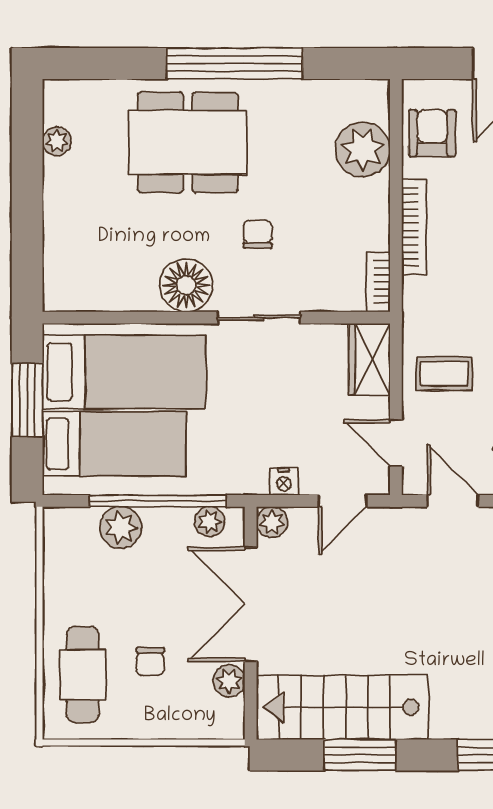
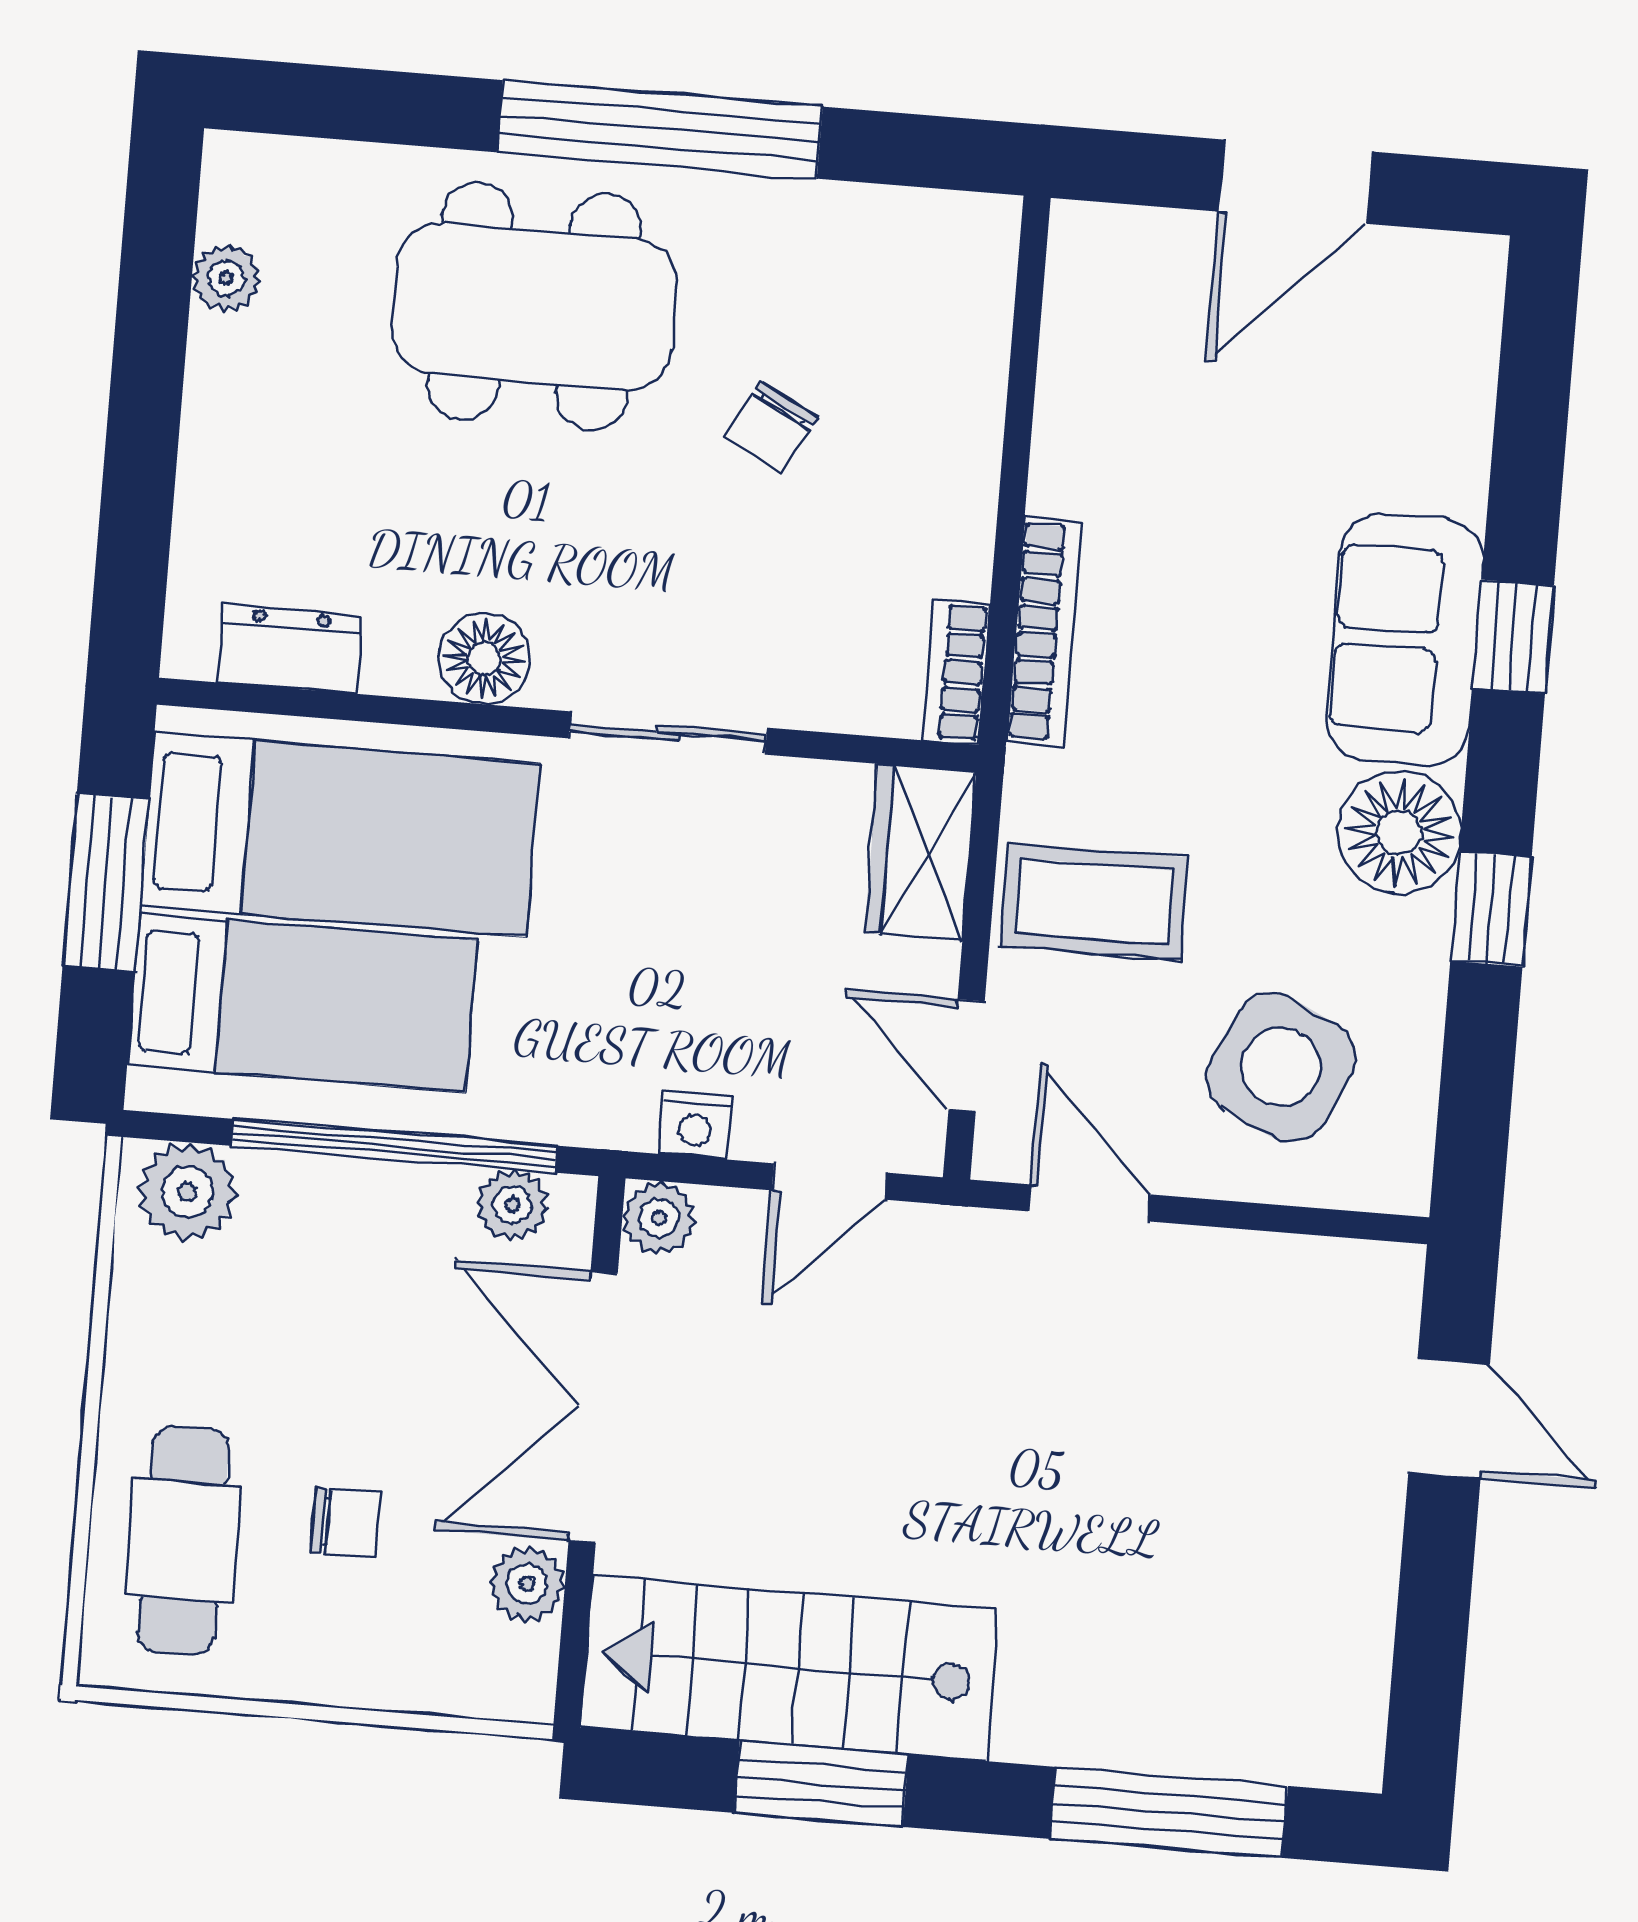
armchair: (432, 133) -> (1112, 332), removed
plant: (363, 149) -> (945, 357), removed
bookcase: (414, 227) -> (1044, 632), moved
chair: (258, 234) -> (772, 427), moved, turned -152
floor lamp: (186, 285) -> (484, 659), width x0.73, depth x0.73
dresser: (96, 295) -> (289, 649), added
coffee table: (444, 374) -> (1094, 901), width x1.36, depth x1.30
plant: (121, 528) -> (187, 1192), moved
chair: (150, 661) -> (346, 1522), turned -90

